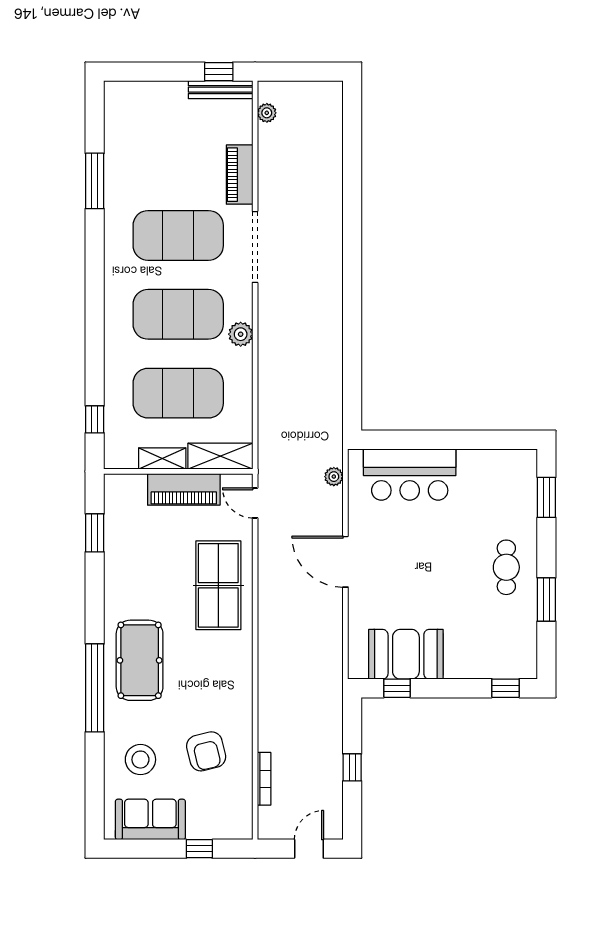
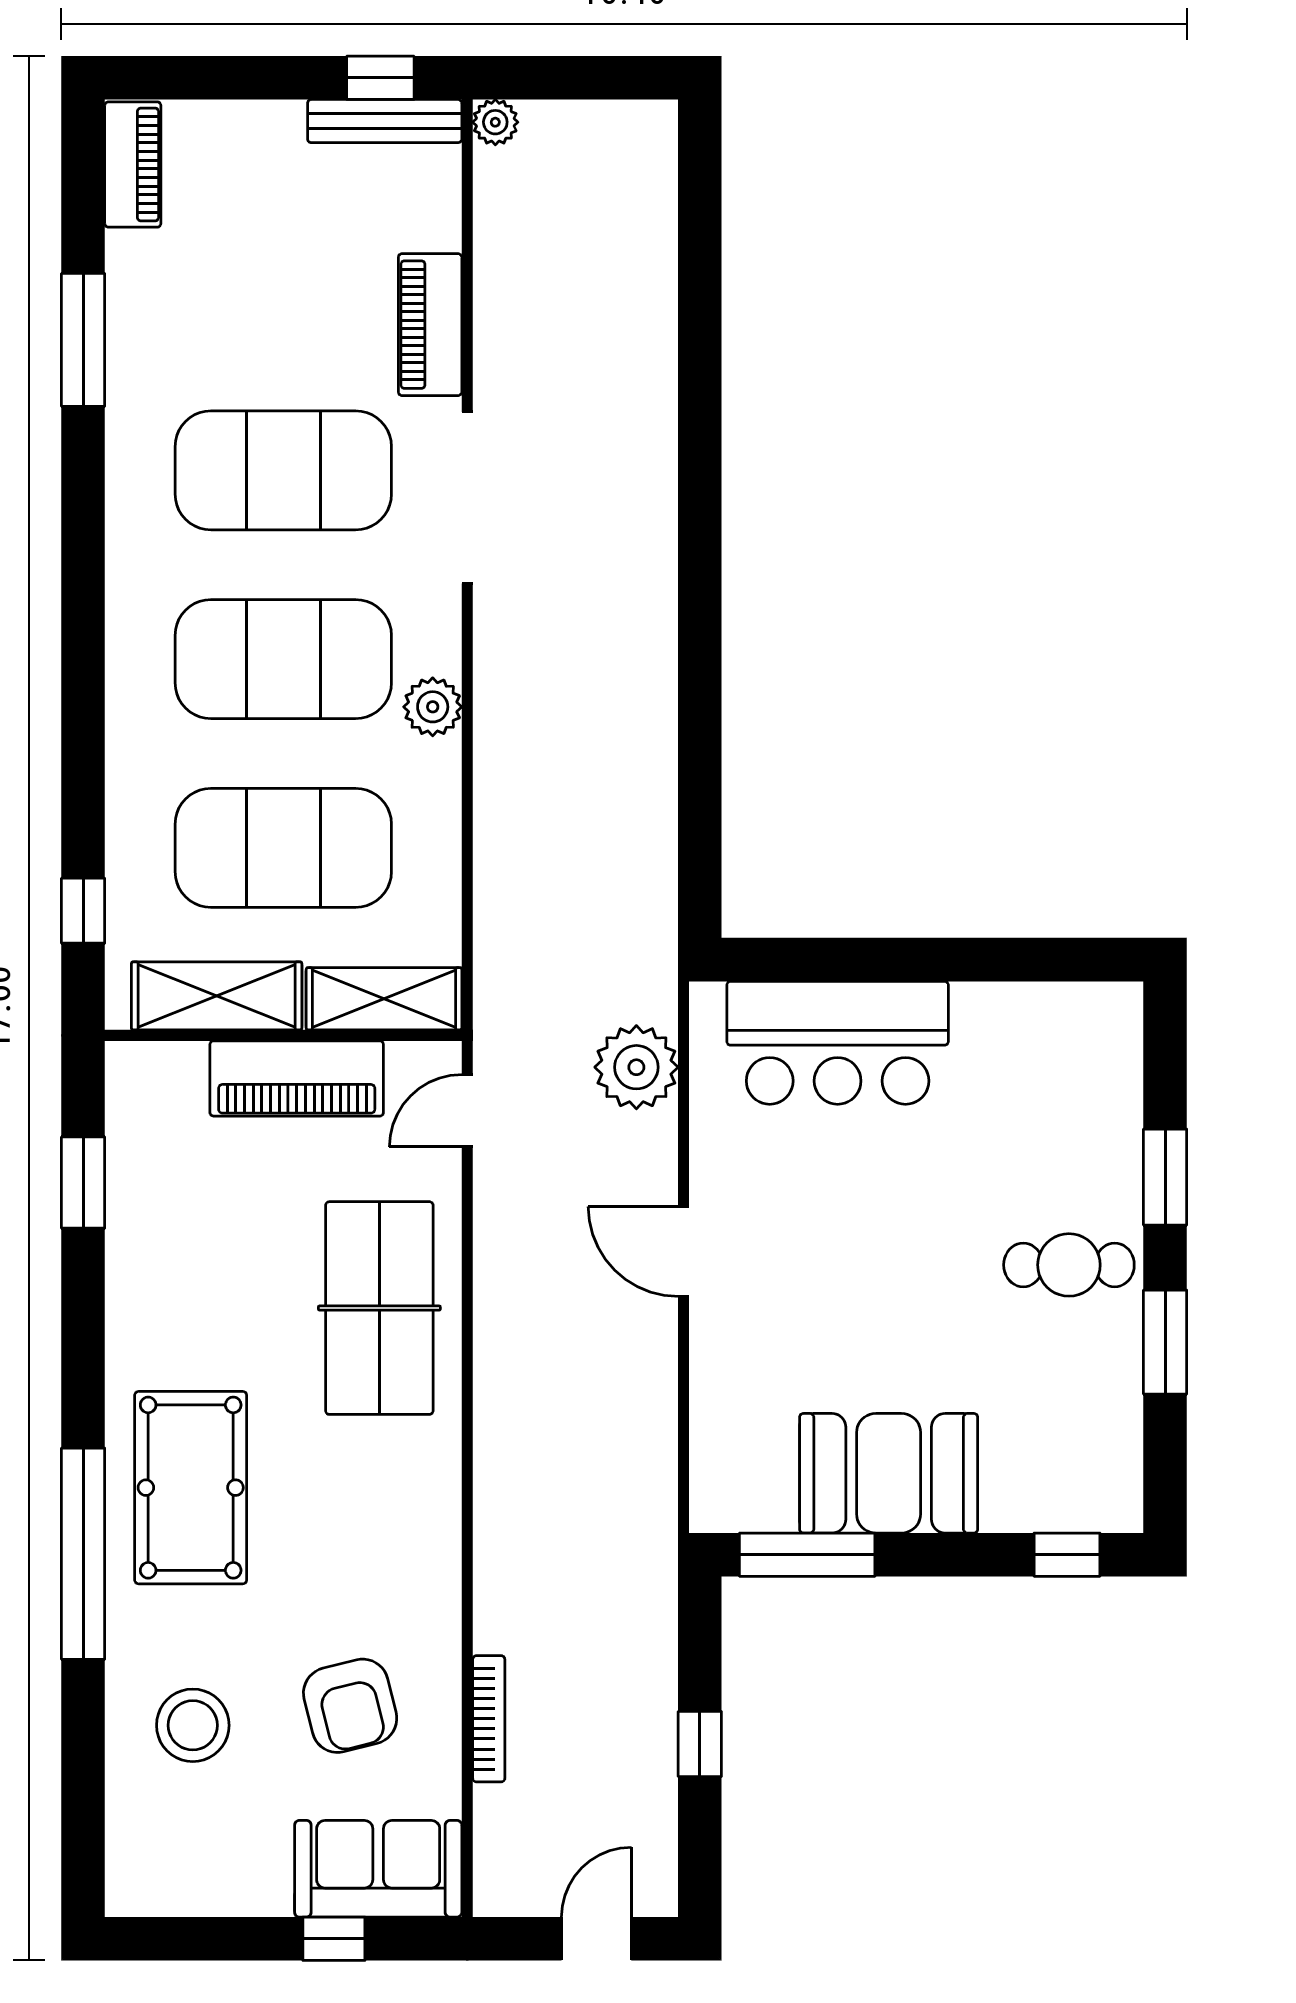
piano: (115, 108) -> (133, 165), added
plant: (267, 113) -> (495, 122), moved
shelving: (162, 458) -> (217, 996), width x1.50, depth x1.33
plant: (334, 477) -> (636, 1067), width x1.87, depth x1.87
window: (546, 497) -> (1165, 1177), moved
door: (255, 503) -> (467, 1111), hinge flipped
door: (345, 562) -> (684, 1252), width x0.73
cafe table: (506, 567) -> (1069, 1265), turned 90
booth: (406, 654) -> (889, 1473), moved
window: (397, 688) -> (807, 1555), width x2.17
bookcase: (264, 779) -> (489, 1719), moved
sofa: (150, 819) -> (378, 1869), moved

